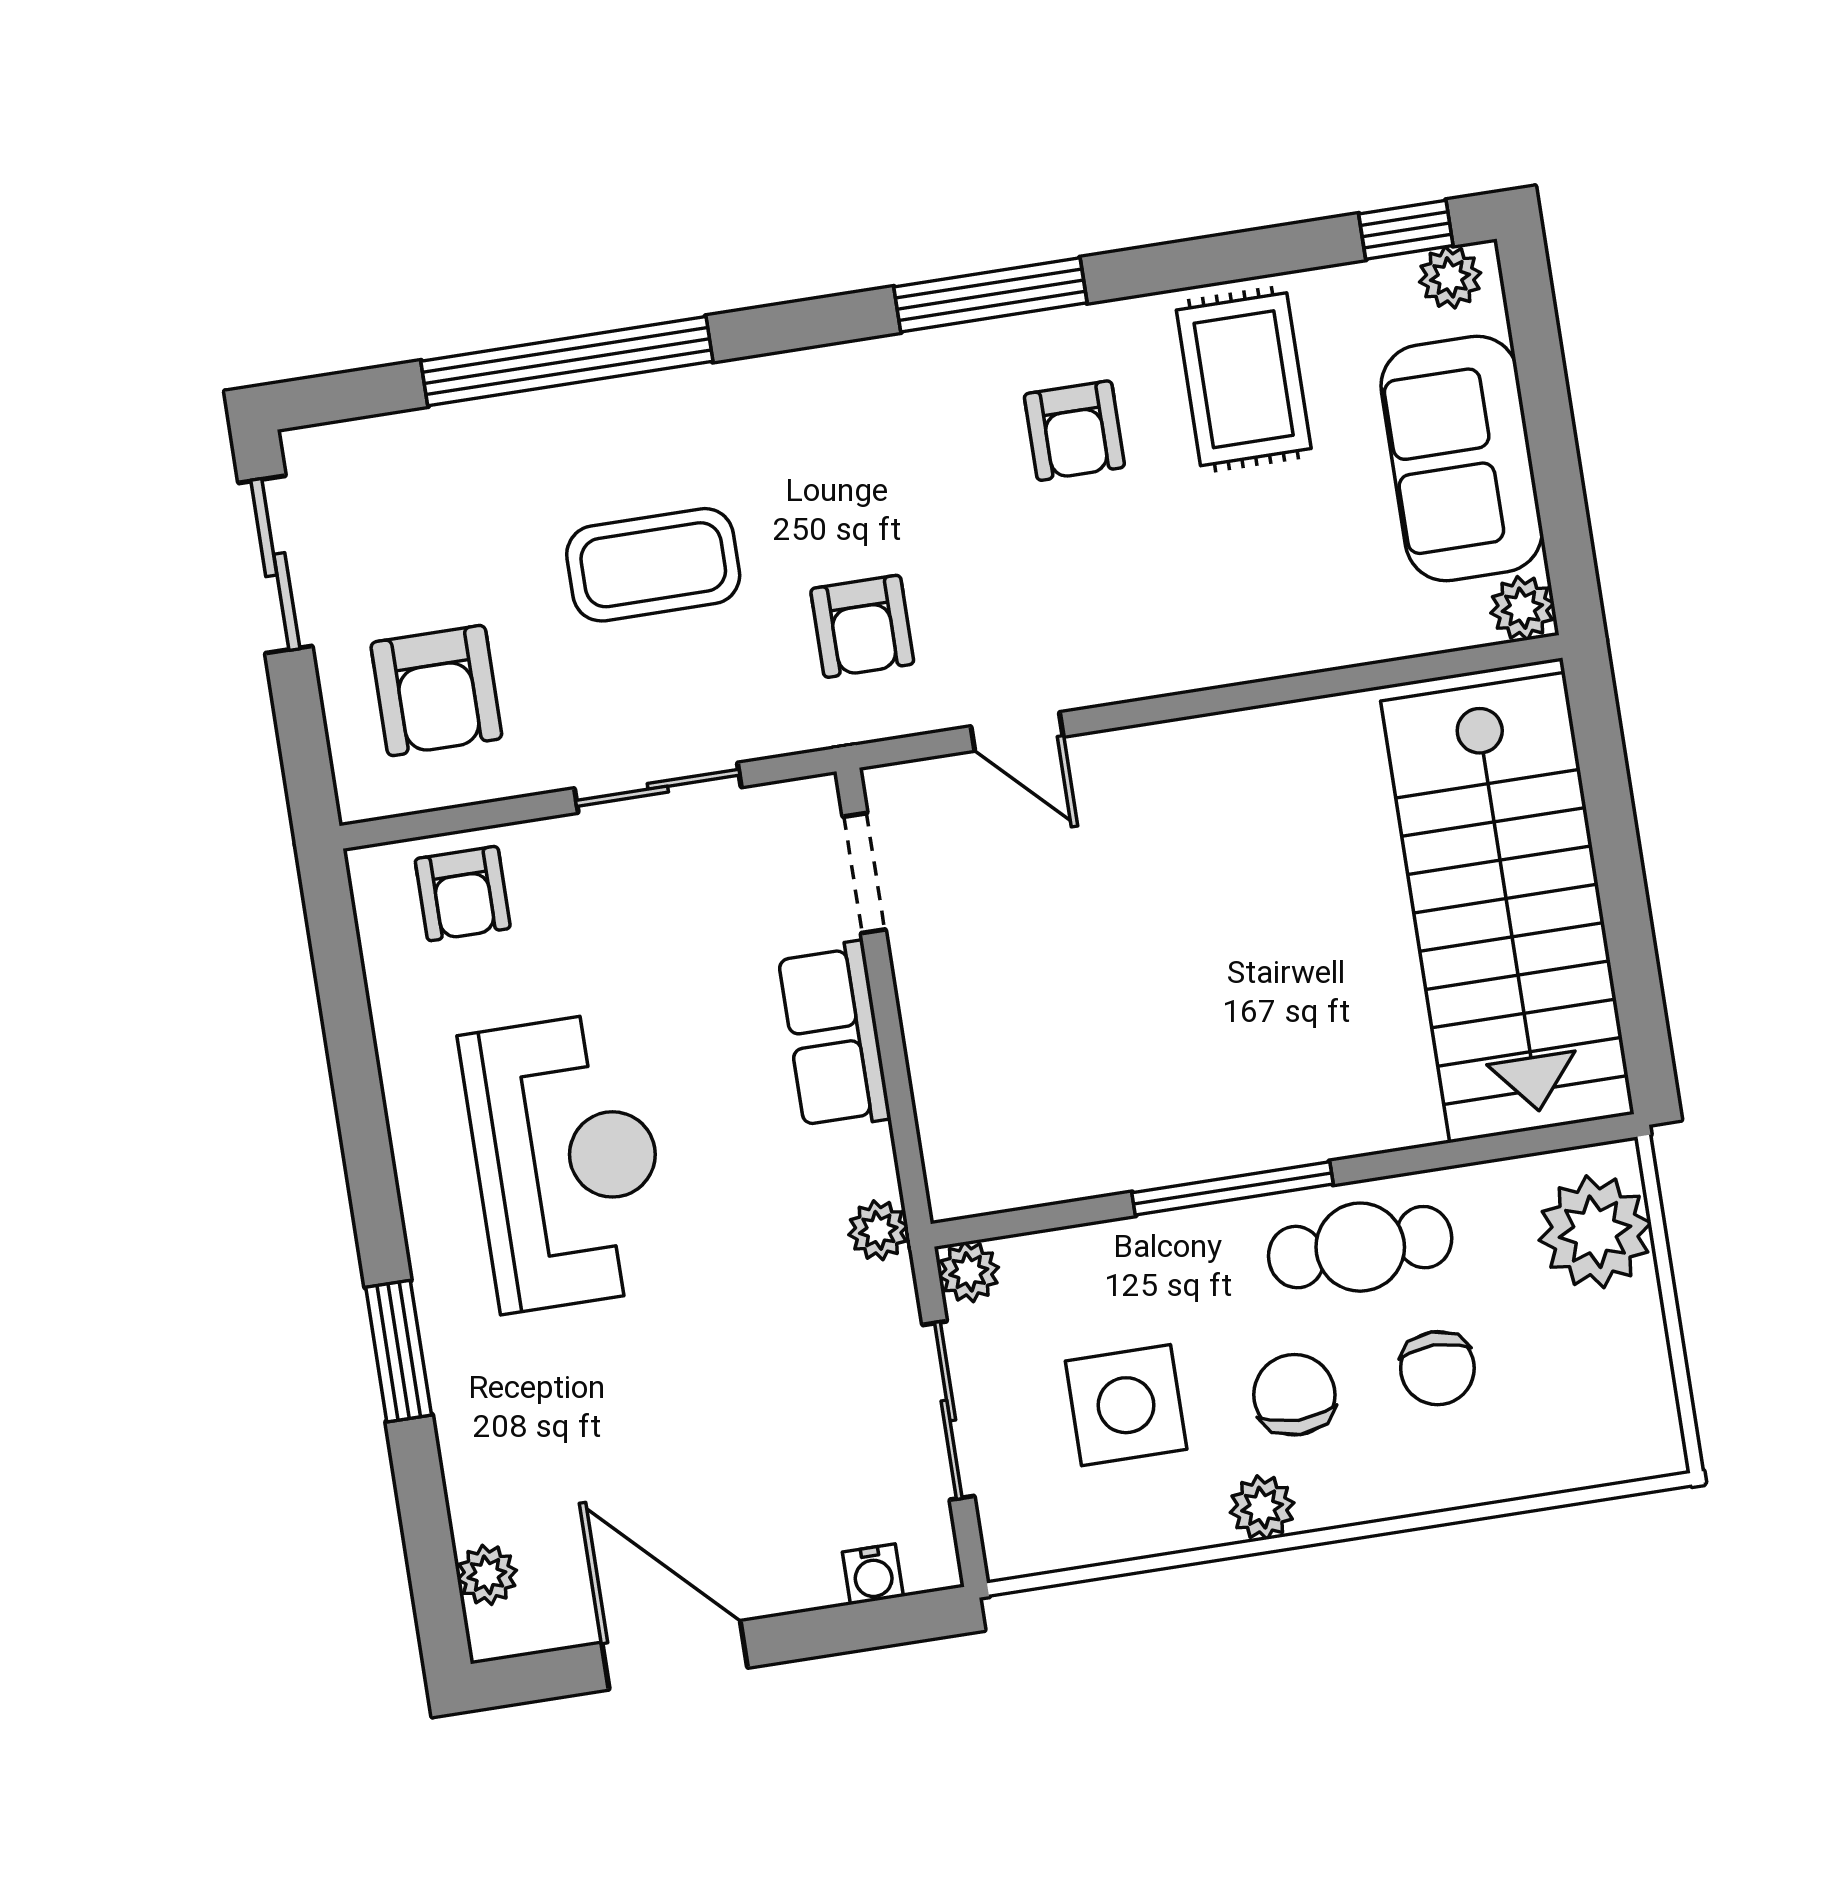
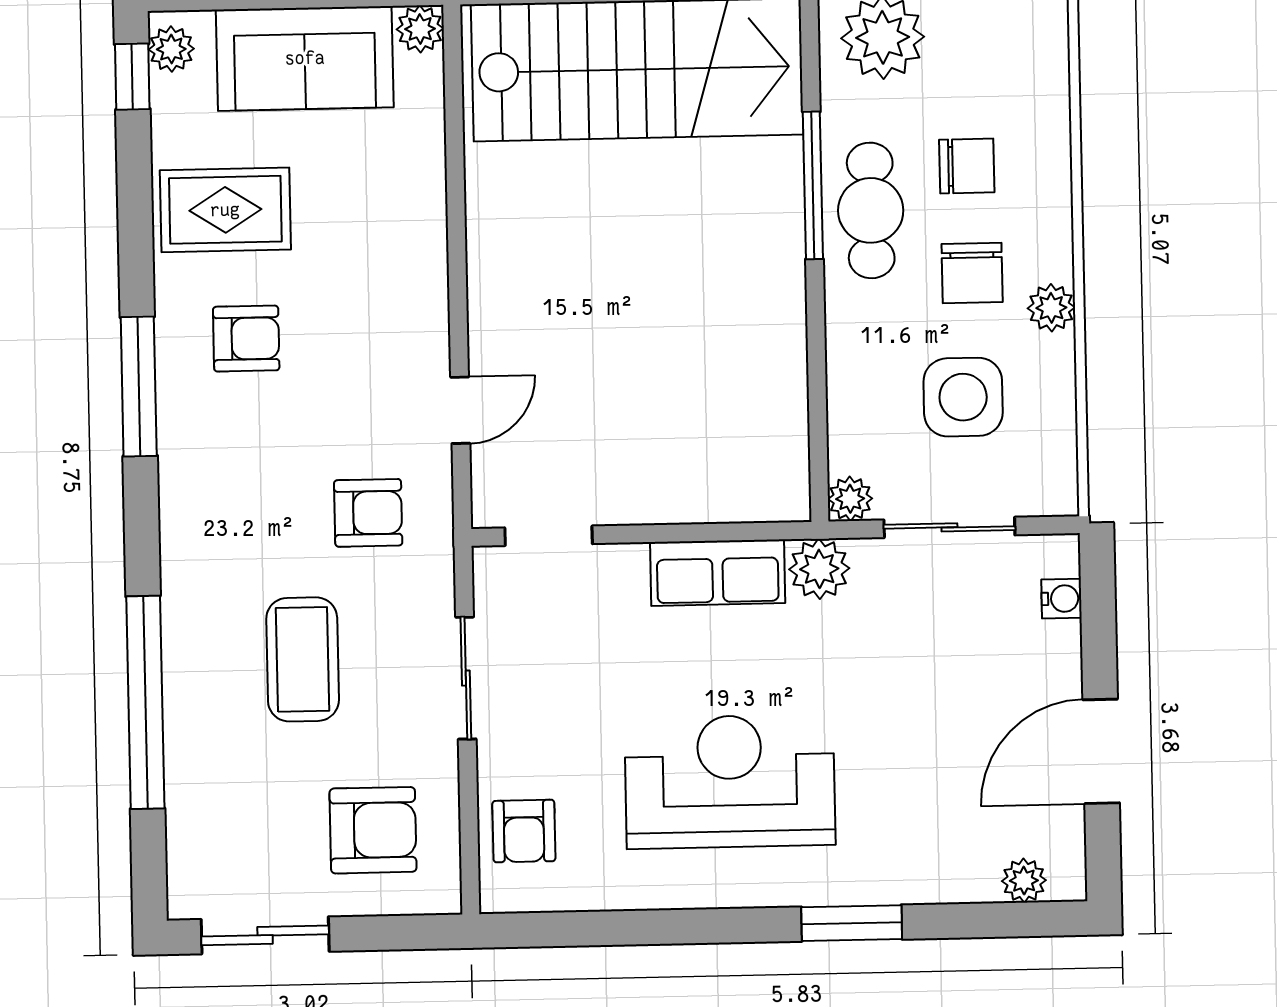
armchair: (463, 894) -> (524, 831), turned 90
row of seats: (834, 1036) -> (718, 573), moved
window: (1233, 1188) -> (813, 185), moved
plant: (878, 1230) -> (819, 569), width x1.38, depth x1.38
chair: (1294, 1395) -> (972, 273), turned -90

